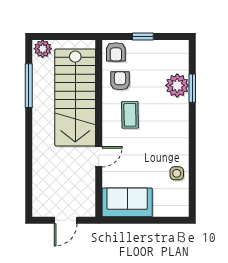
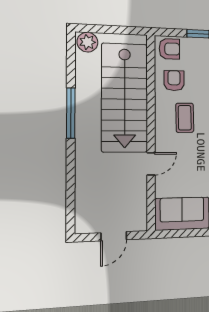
armchair: (116, 52) -> (169, 49), turned -90
window: (29, 86) -> (71, 113), moved

